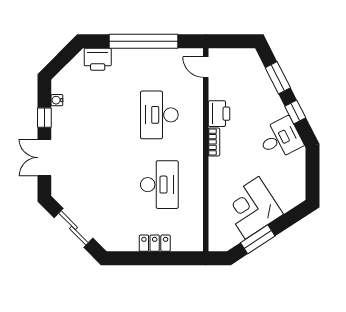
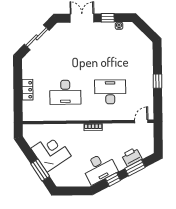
window: (144, 41) -> (158, 81), width x0.32
printer: (98, 59) -> (146, 52), removed
printer: (219, 114) -> (132, 157), moved, turned 153
desk: (280, 139) -> (99, 168), width x1.37
window: (258, 239) -> (40, 170), moved

